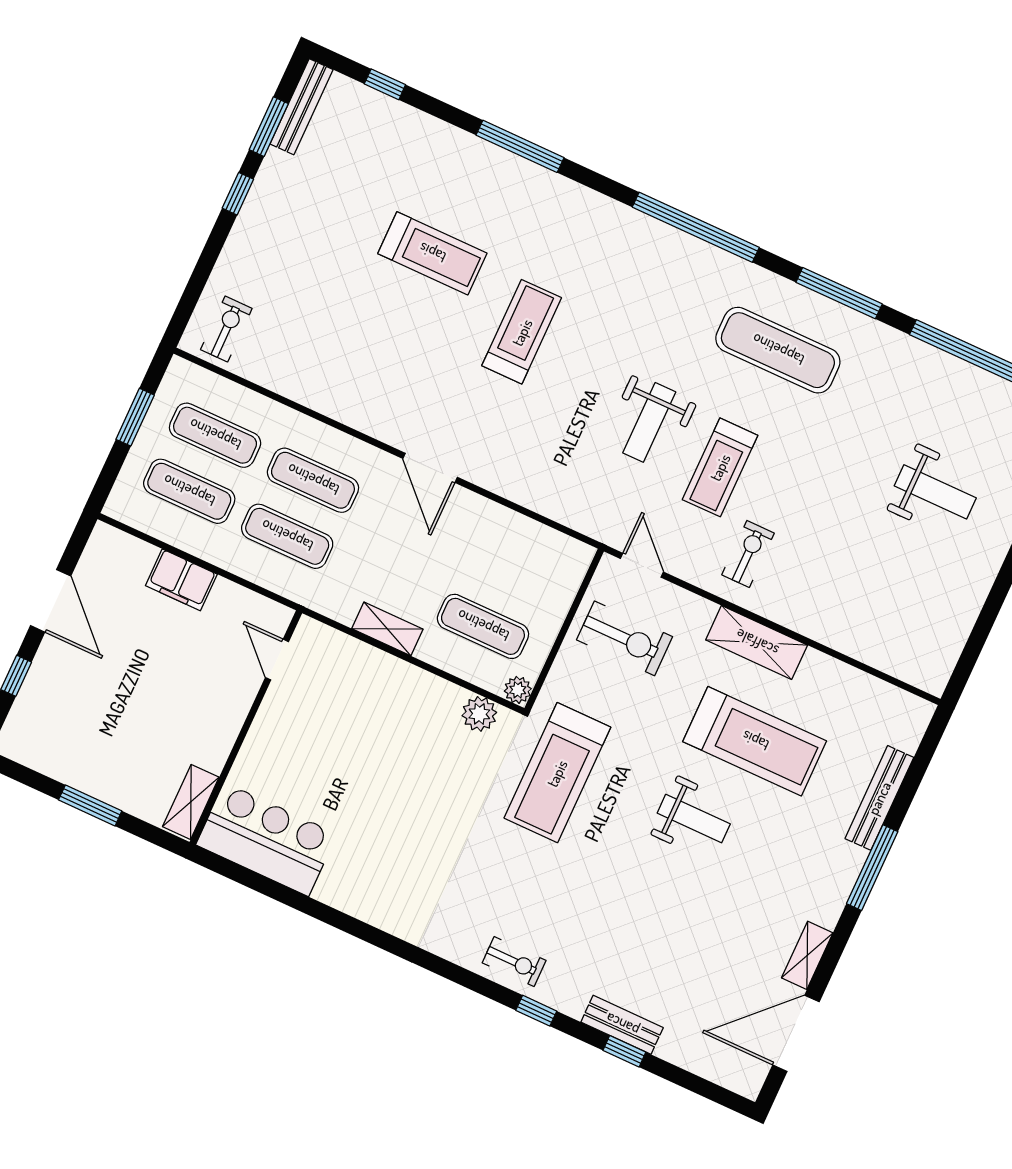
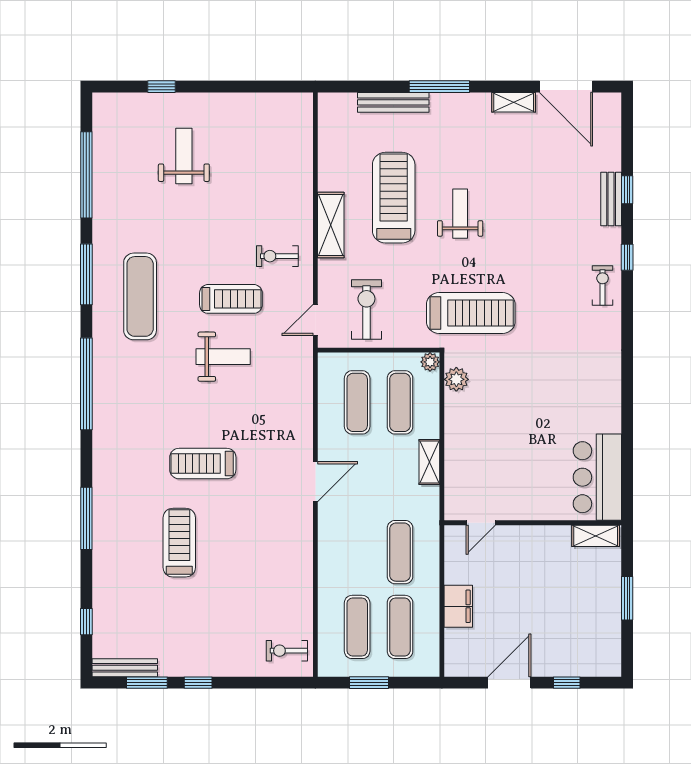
exercise mat: (313, 480) -> (357, 402), moved

